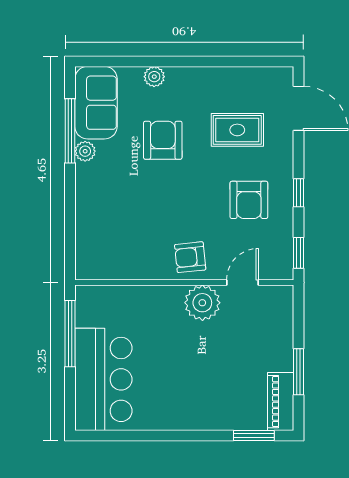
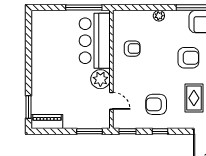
plant: (85, 151) -> (159, 16), moved
armchair: (190, 257) -> (132, 49), moved, turned 96
window: (298, 372) -> (89, 131), moved
bar counter: (103, 379) -> (95, 41), moved, turned 90

